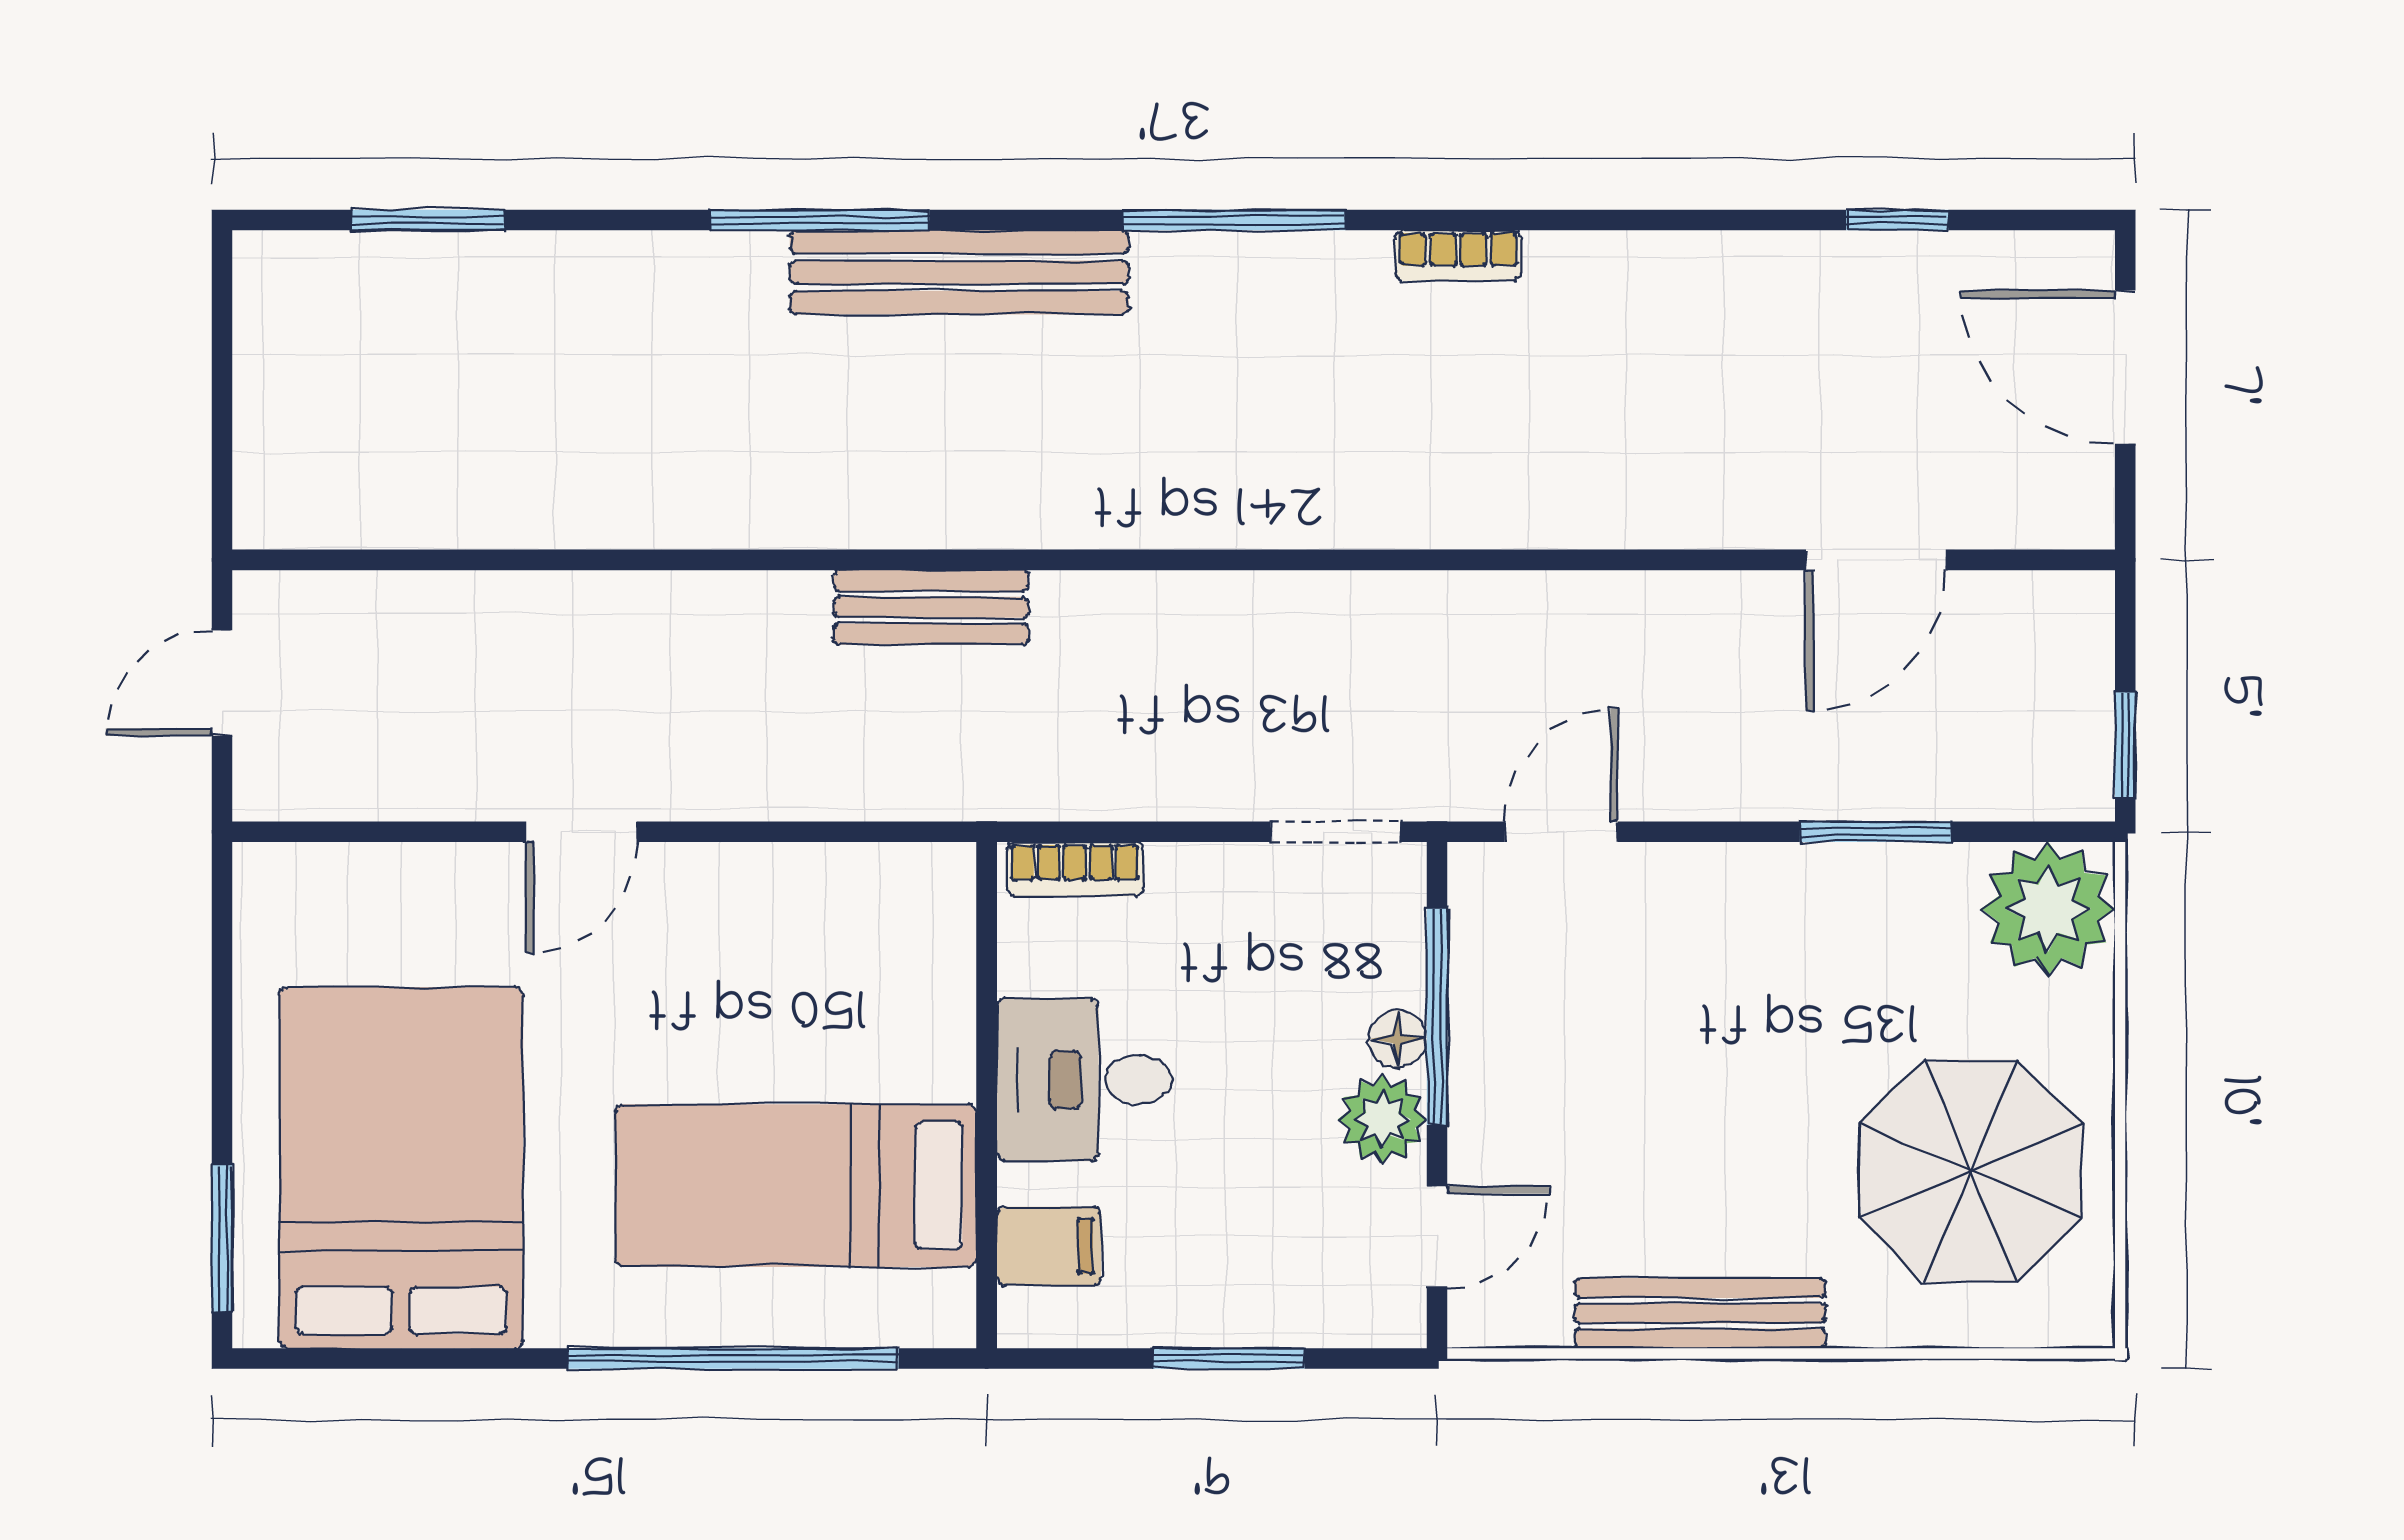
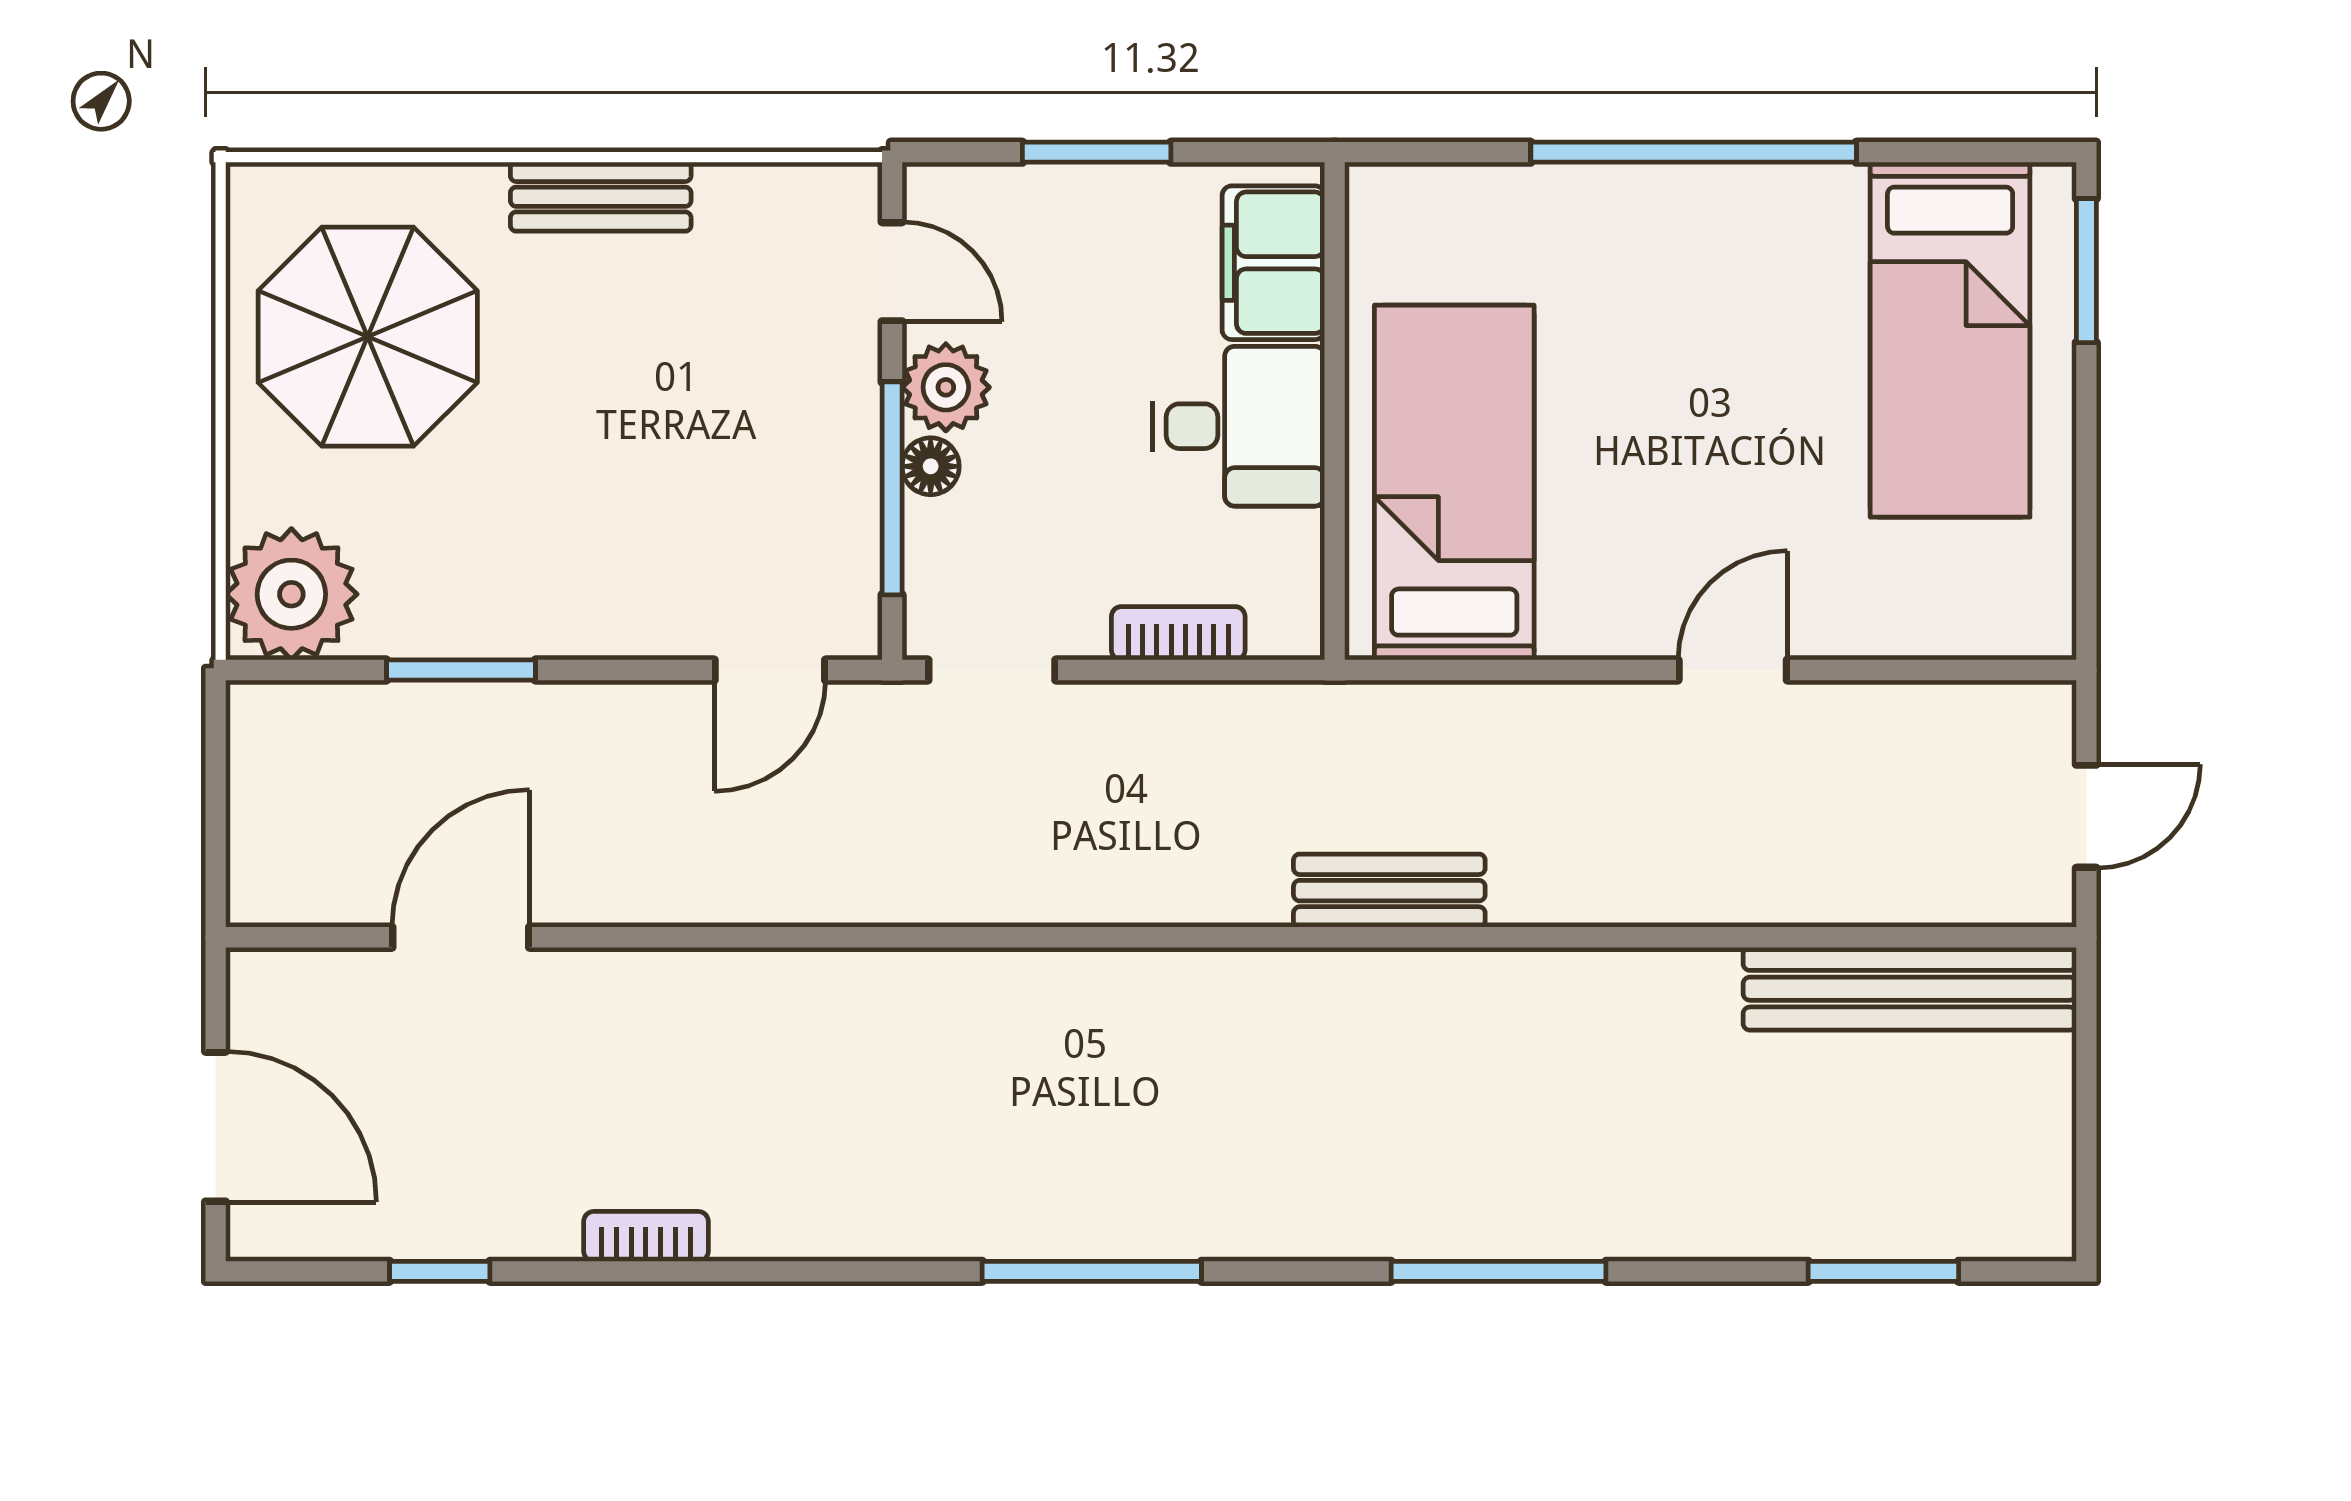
bookcase: (1458, 256) -> (646, 1236), moved
bench: (959, 272) -> (1910, 989), moved
window: (2125, 745) -> (216, 755), removed
bookcase: (1075, 869) -> (1178, 633), moved
bed: (401, 1168) -> (1950, 340), width x0.67
bed: (796, 1186) -> (1454, 483), moved, turned -90
door: (1437, 1237) -> (892, 272), swing flipped
filing cabinet: (1049, 1246) -> (1273, 263), width x2.00
bench: (1700, 1313) -> (601, 197), width x0.73
window: (733, 1359) -> (1694, 152), moved

